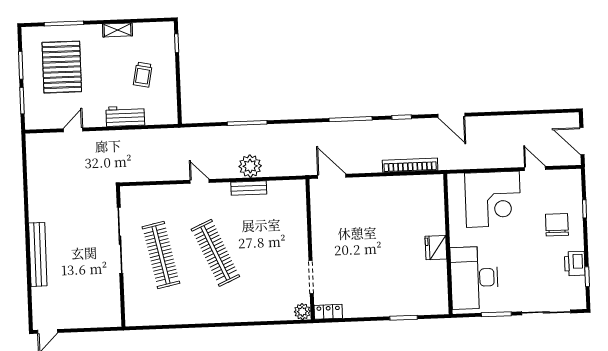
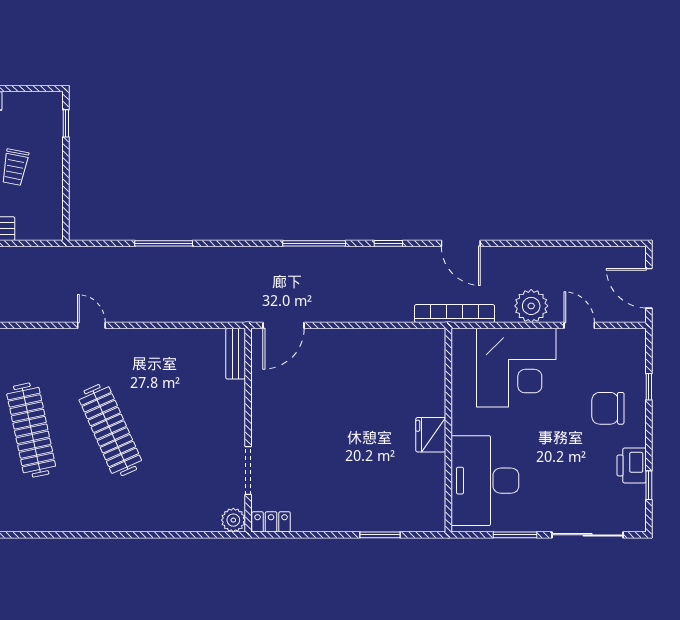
bookcase: (410, 165) -> (455, 314), moved
plant: (250, 166) -> (531, 306), moved
door: (332, 176) -> (284, 325), swing flipped
bench: (249, 188) -> (236, 354), moved, turned 90
chair: (557, 225) -> (608, 408), turned -90

